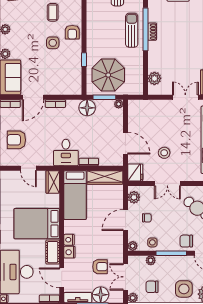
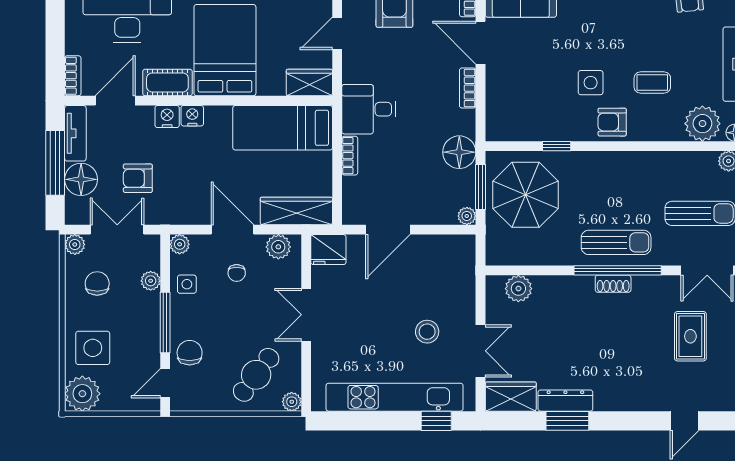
stool: (164, 153) -> (427, 332), moved
wardrobe: (105, 177) -> (296, 211), moved, turned 90
armchair: (100, 267) -> (138, 178), turned 90

